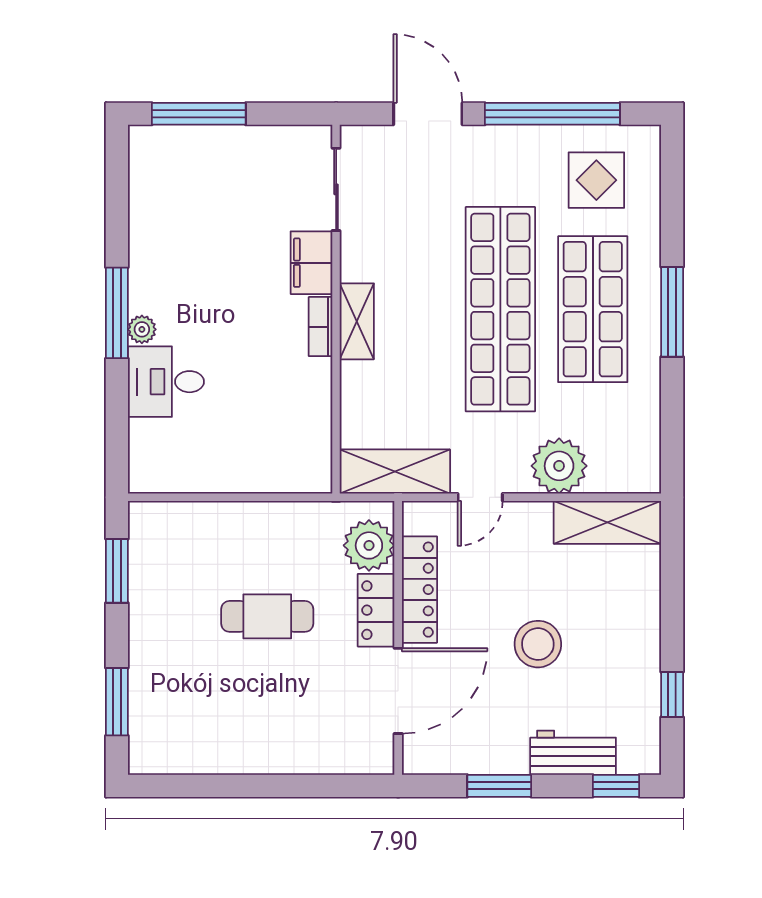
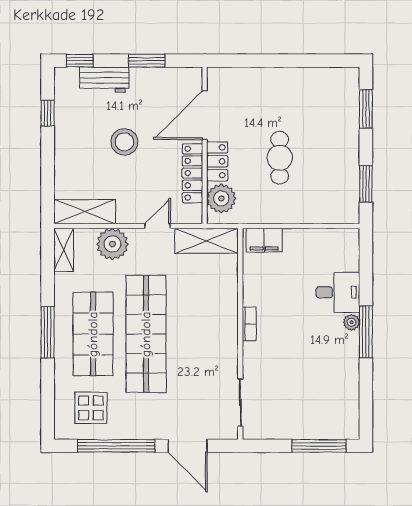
filing cabinet: (311, 263) -> (264, 240), moved, turned 90
shelving: (357, 321) -> (64, 250), moved
cafe table: (267, 616) -> (280, 158), turned 90

